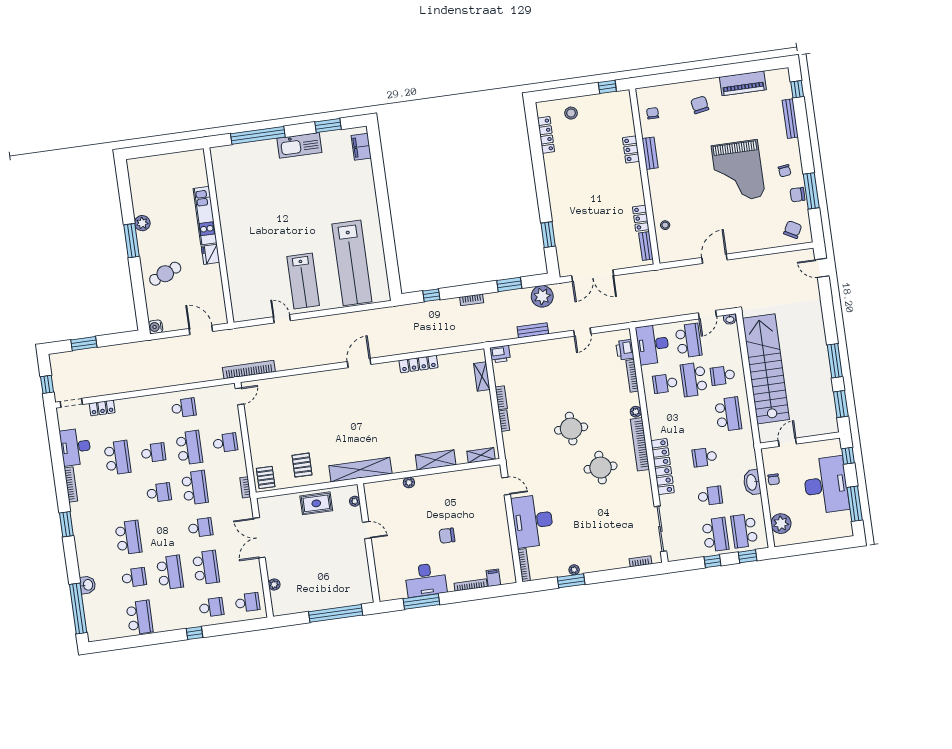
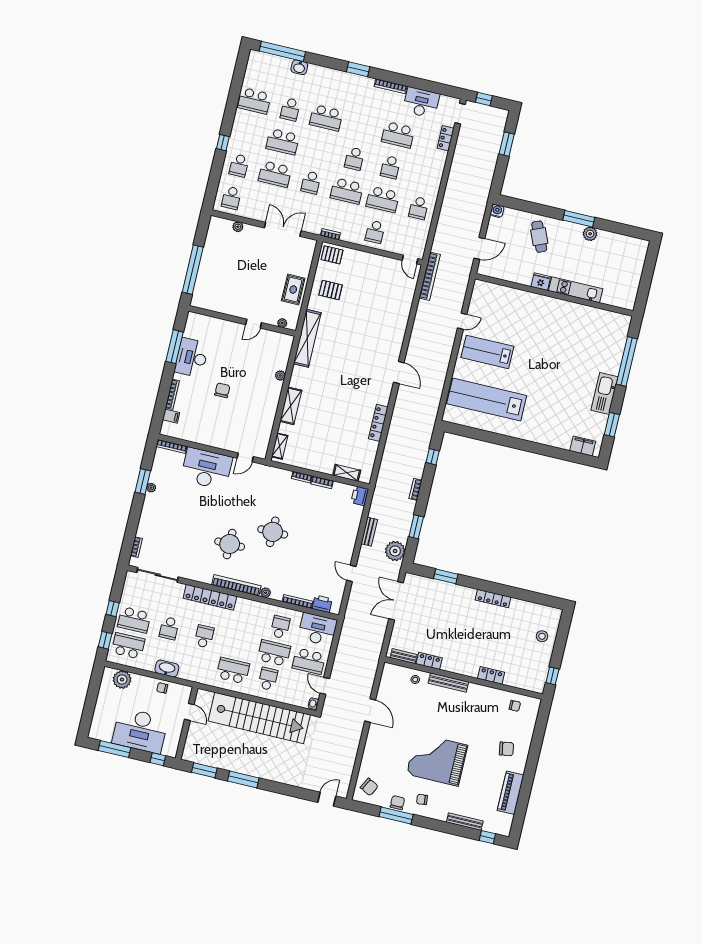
locker: (546, 135) -> (493, 599), moved
bench: (650, 153) -> (448, 683), moved, width x1.36
school desk: (728, 414) -> (233, 671), turned 180

